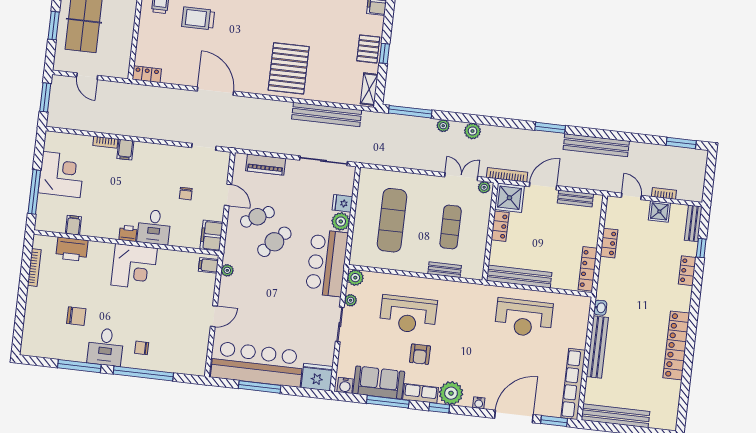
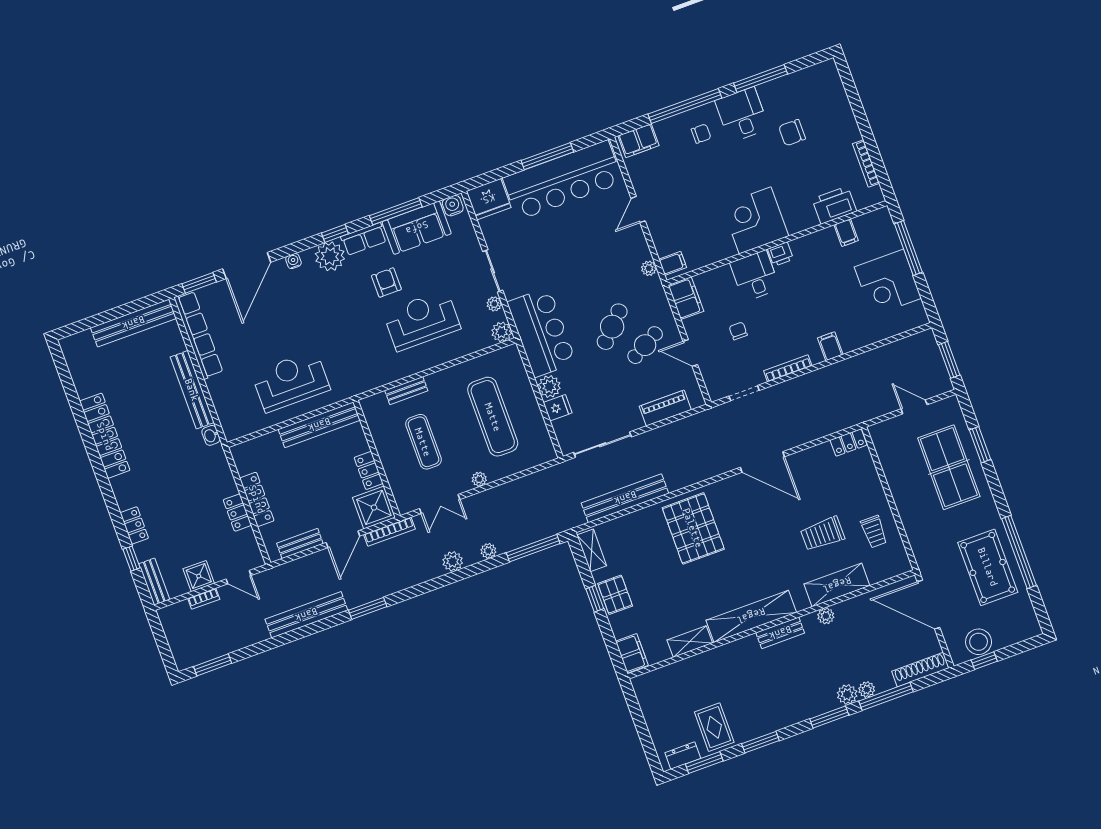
trolley: (198, 18) -> (823, 534), turned 180
bookcase: (105, 142) -> (788, 368), moved, width x1.56
plant: (484, 187) -> (479, 479), moved
locker: (588, 269) -> (257, 499), moved
filing cabinet: (189, 365) -> (639, 141), added

